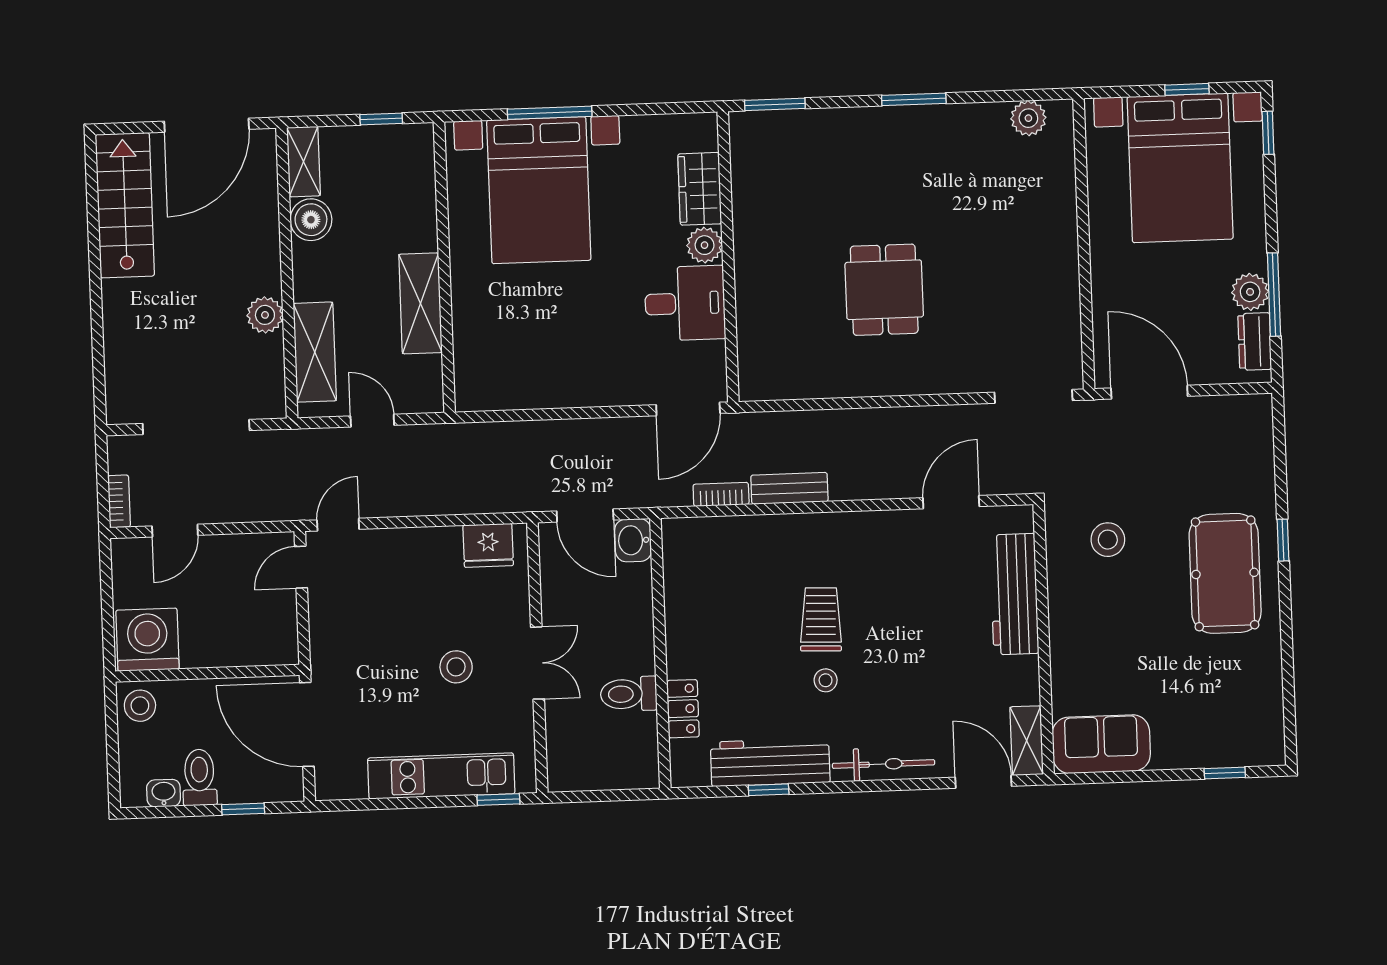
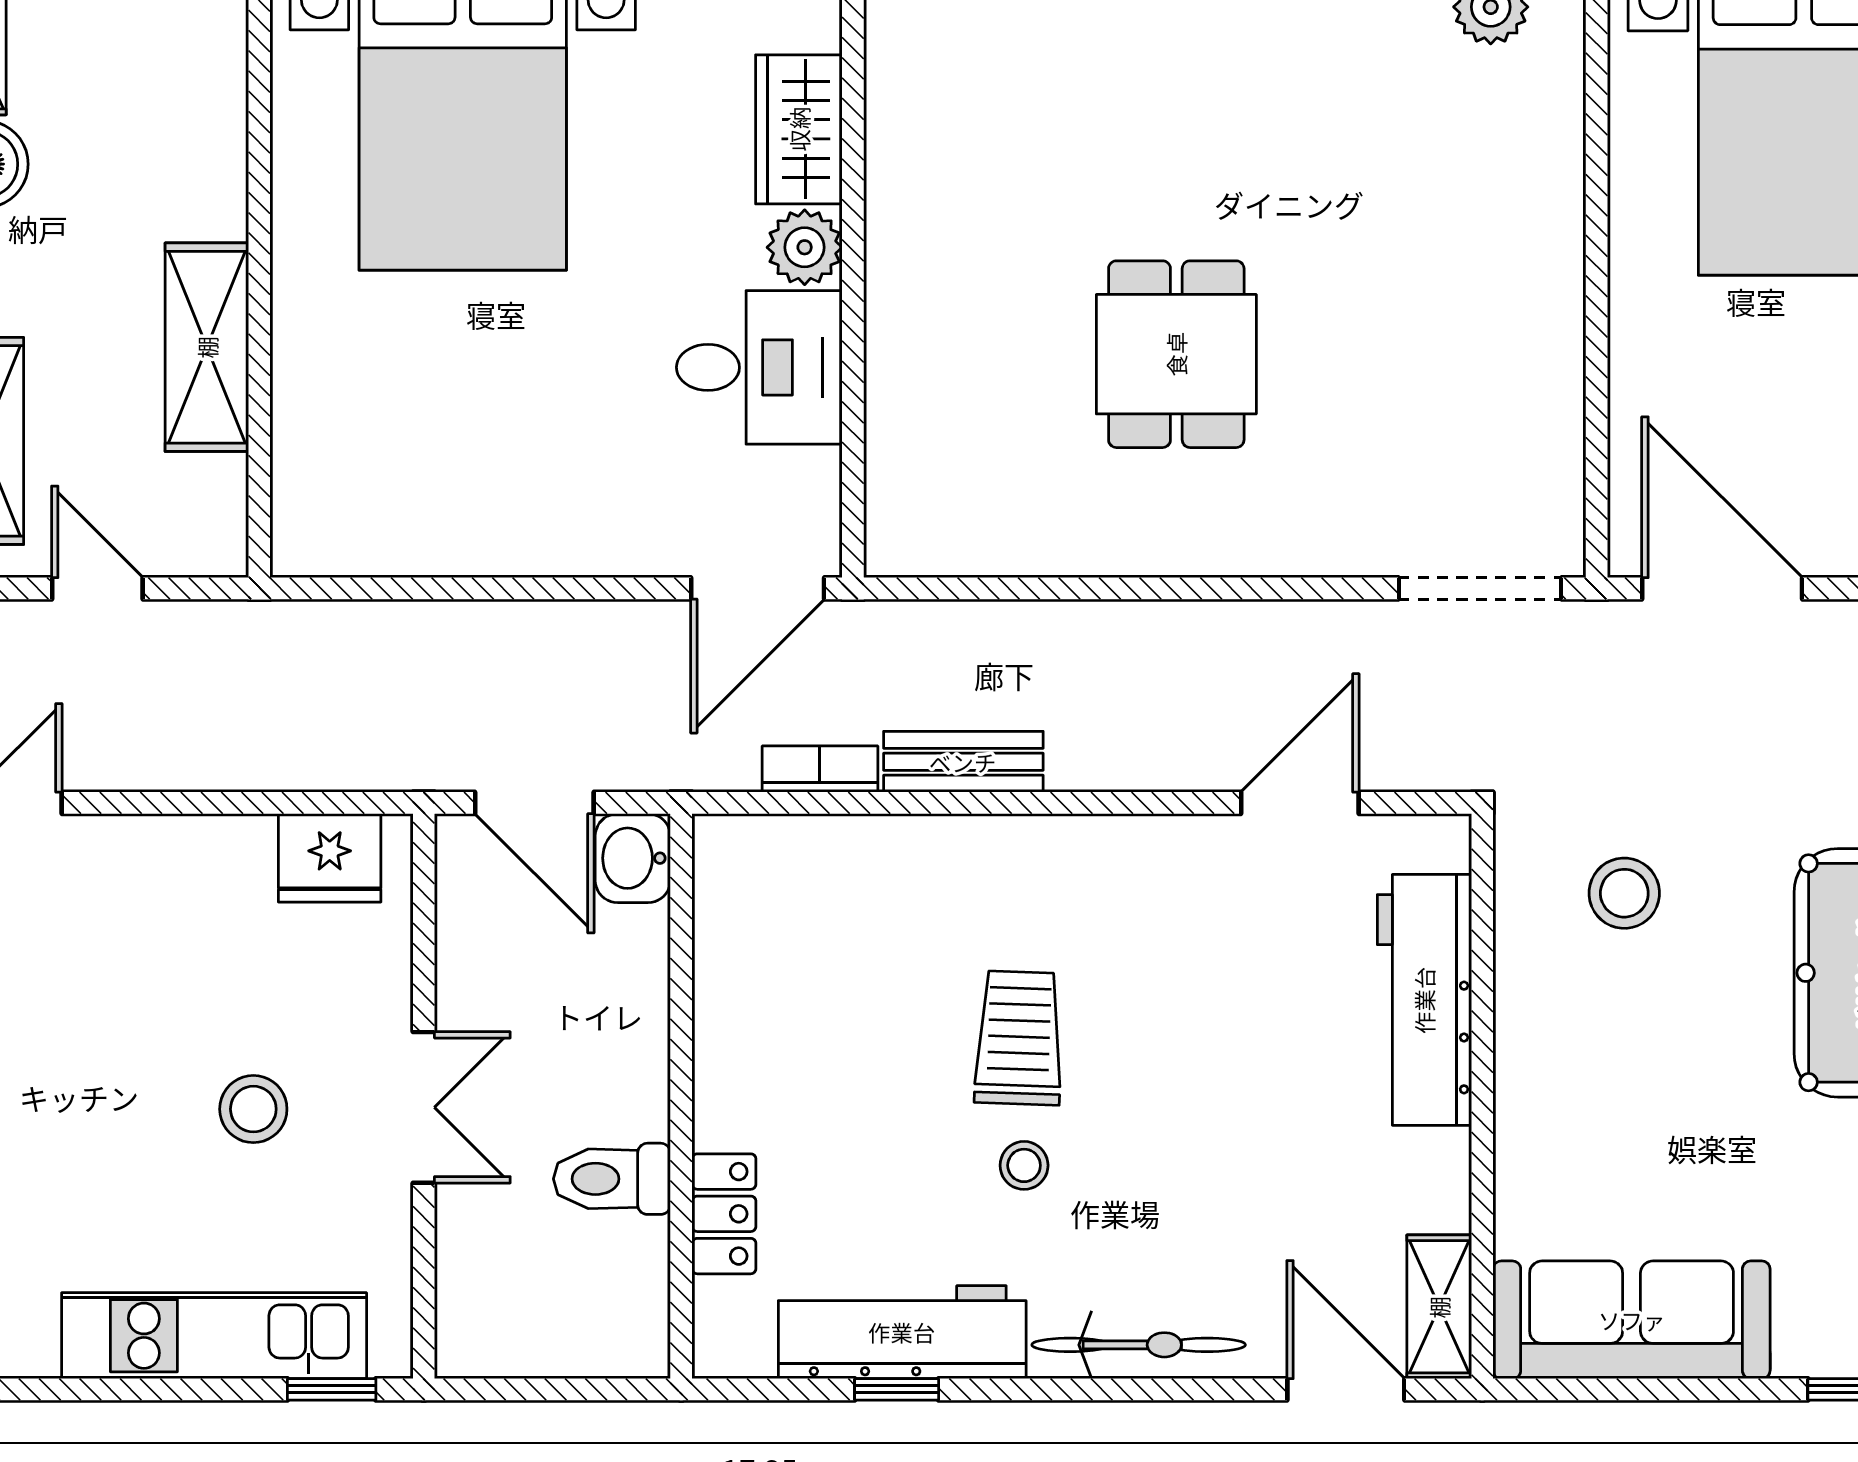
sofa: (1101, 744) -> (1632, 1320), width x1.36

